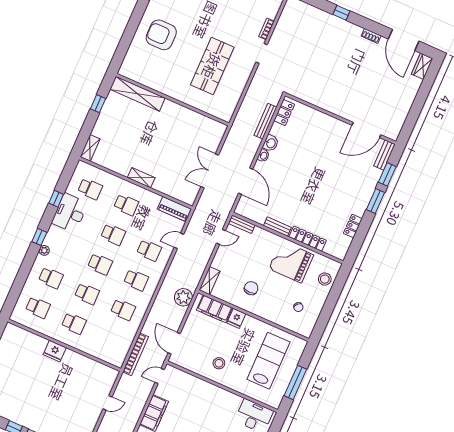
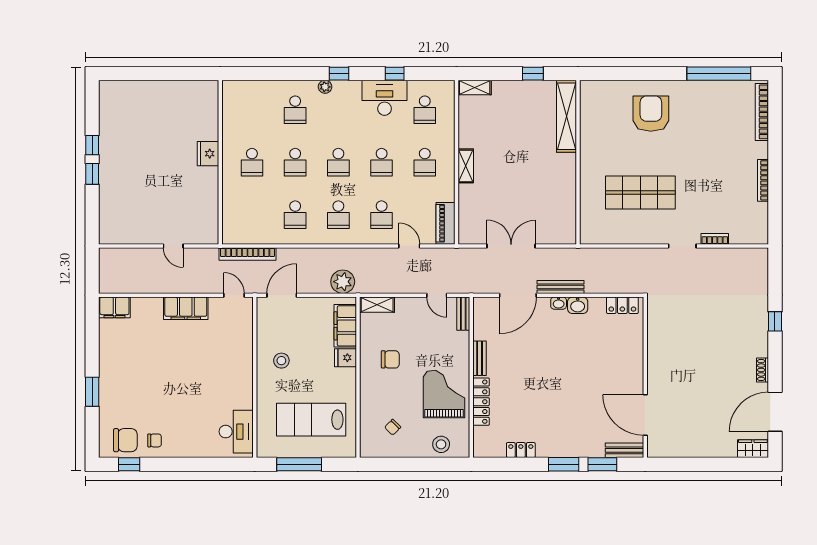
bench: (265, 121) -> (561, 287), moved
school desk: (38, 308) -> (252, 110), removed
lab bench: (269, 361) -> (311, 420), turned 180

